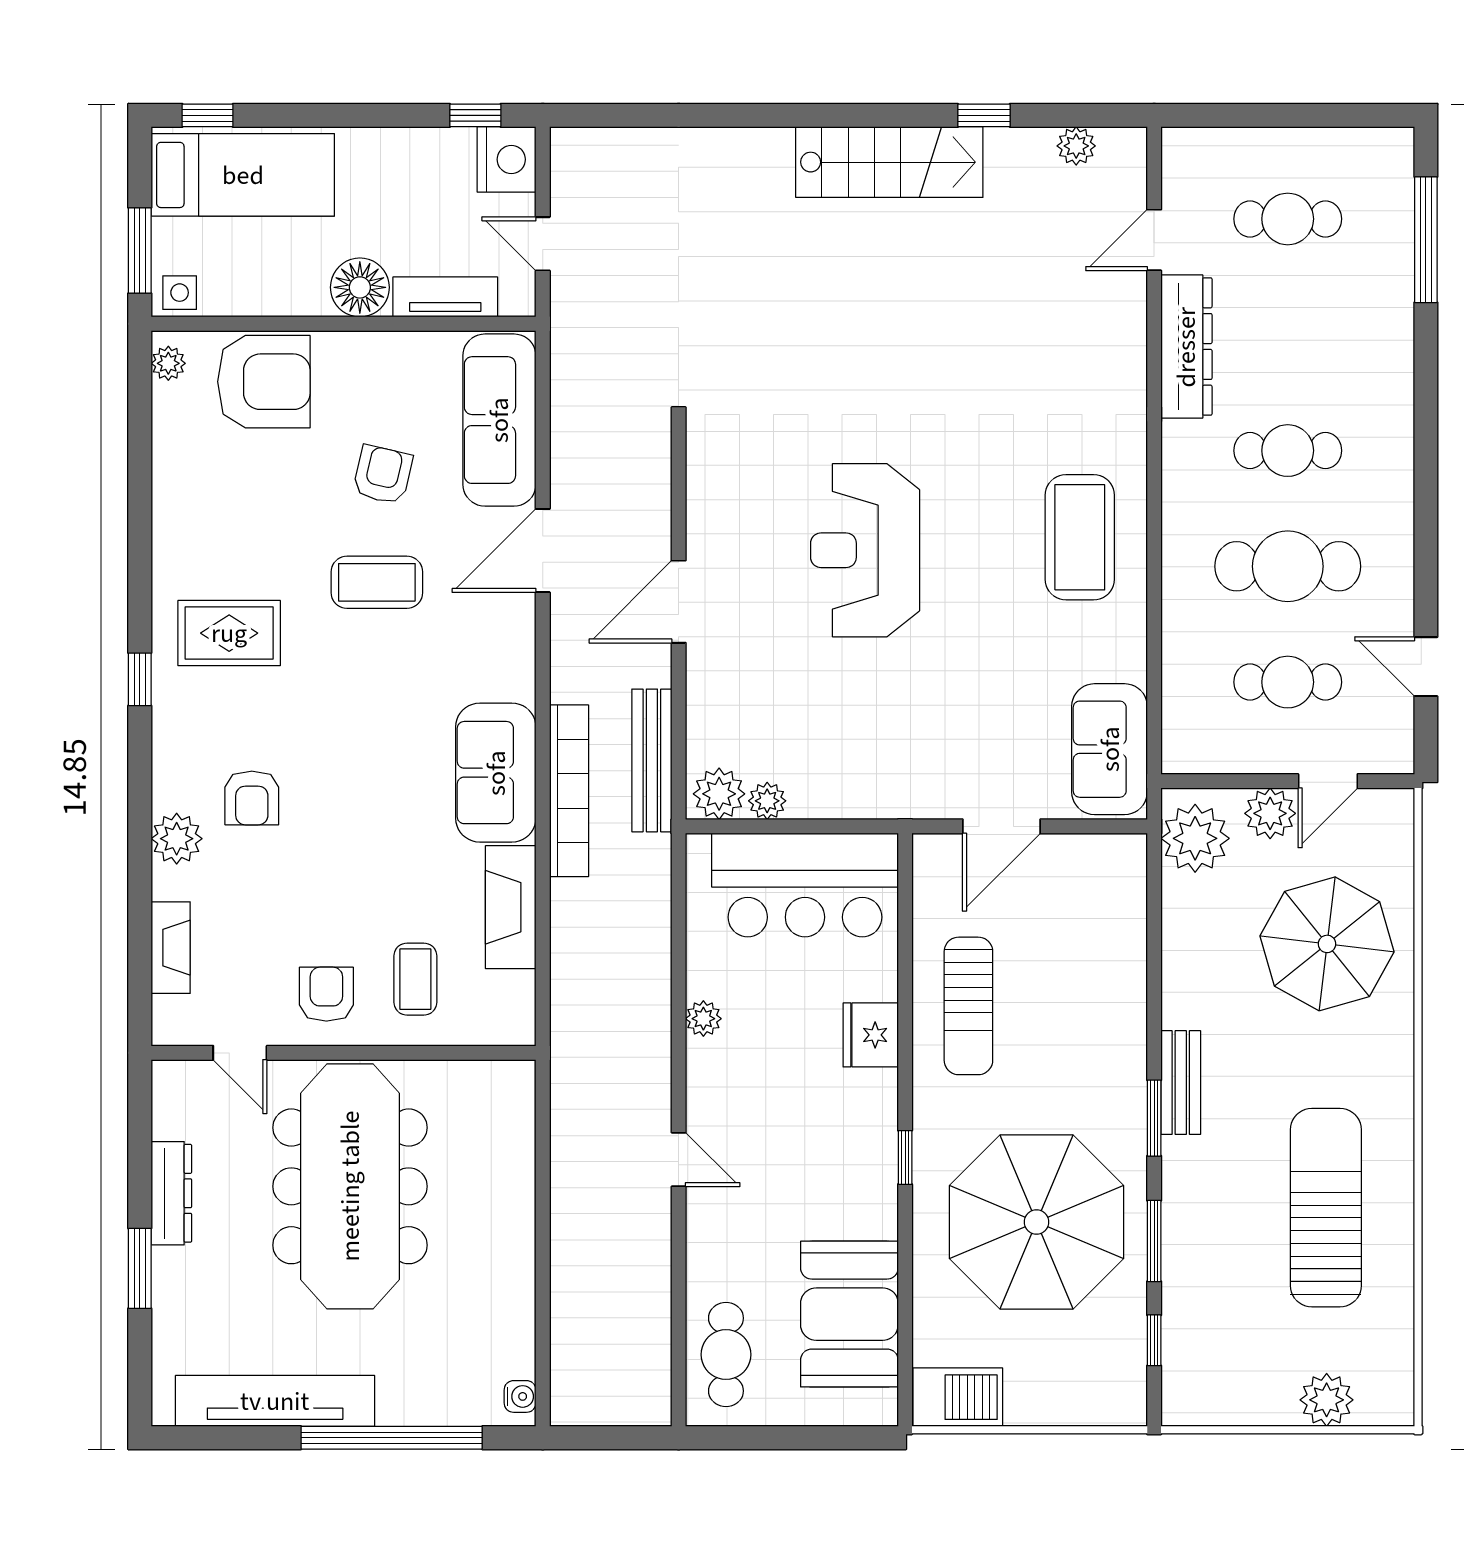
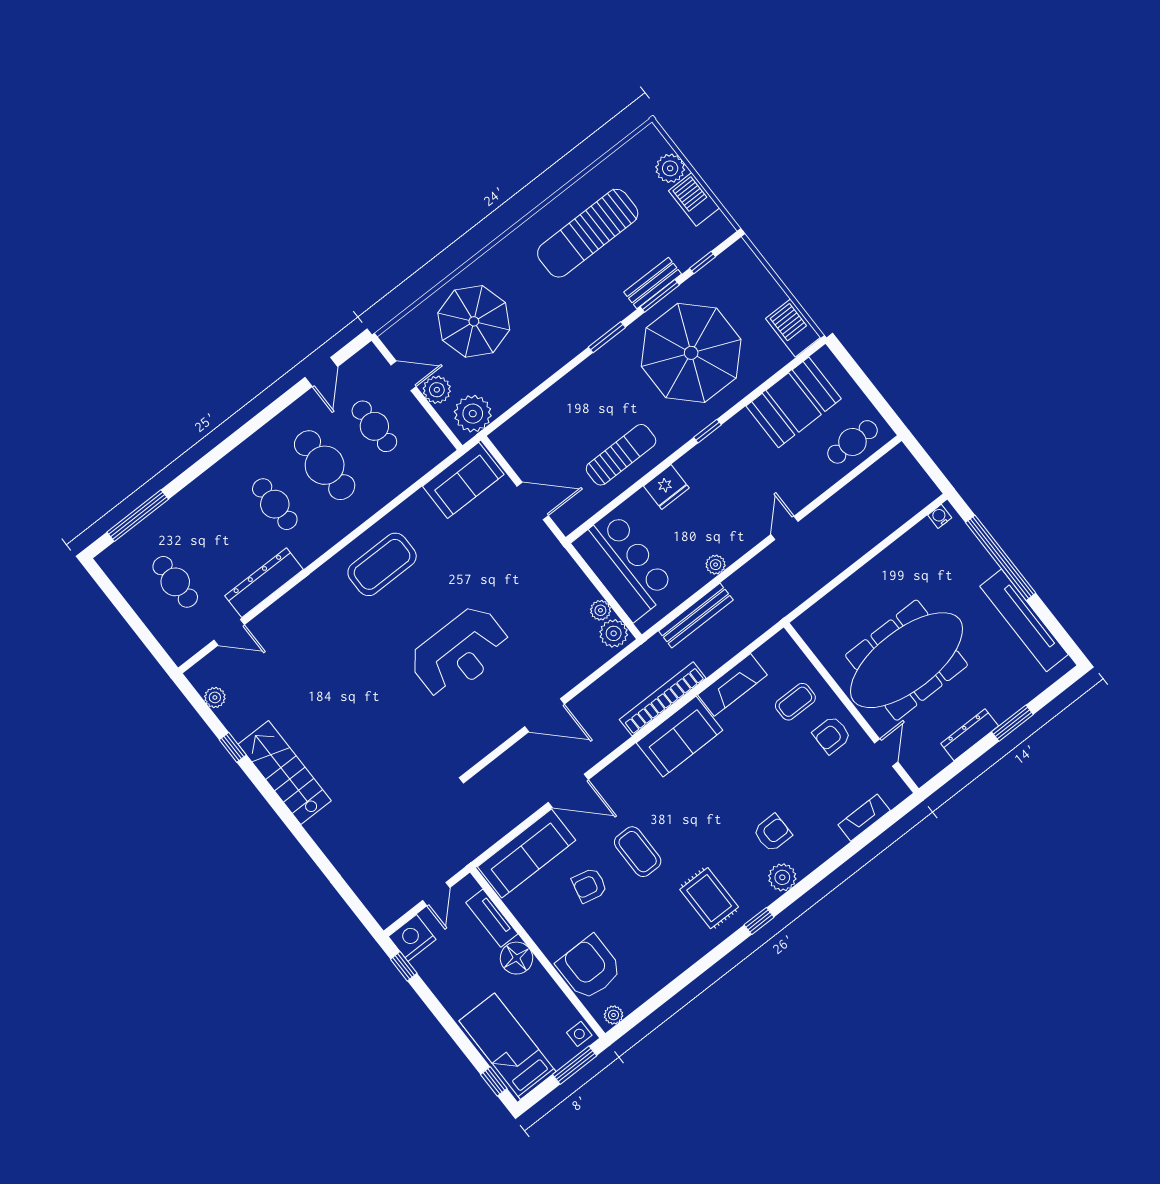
bench: (652, 760) -> (696, 616), moved
plant: (177, 839) -> (782, 877), moved
bench: (1181, 1083) -> (653, 283), moved
barbecue: (1255, 1399) -> (694, 199), added

